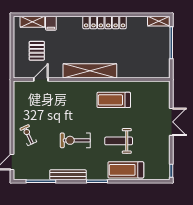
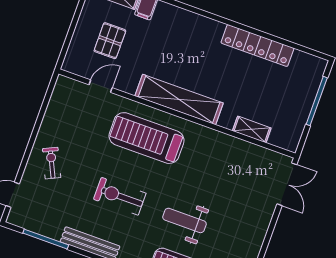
shelving: (159, 21) -> (252, 129), moved
locker: (105, 23) -> (257, 45), moved
treadmill: (114, 100) -> (147, 138), moved, width x1.37, depth x1.38
double door: (171, 122) -> (287, 184), moved

